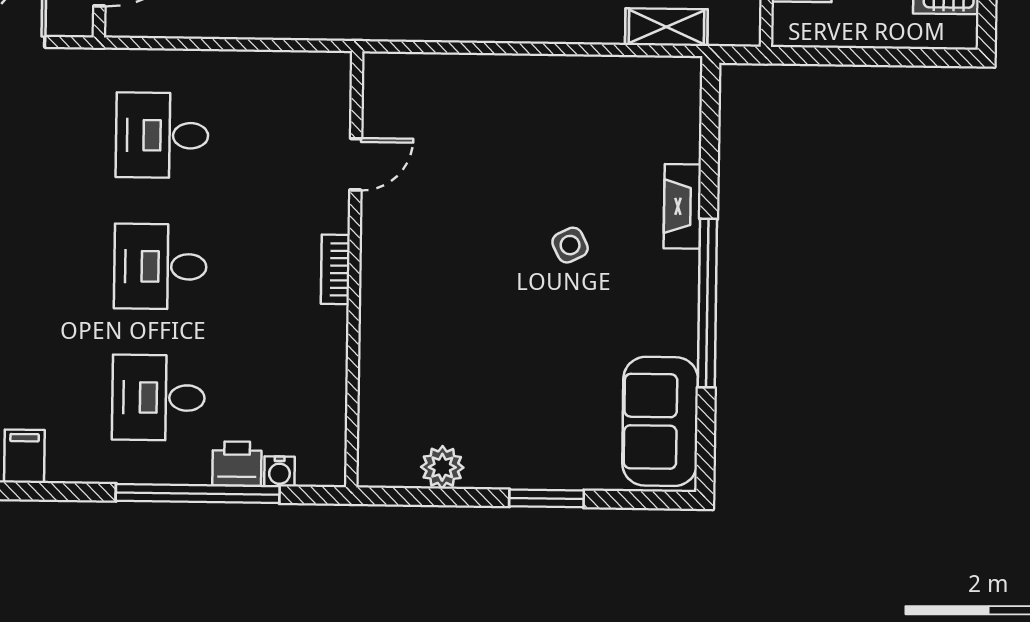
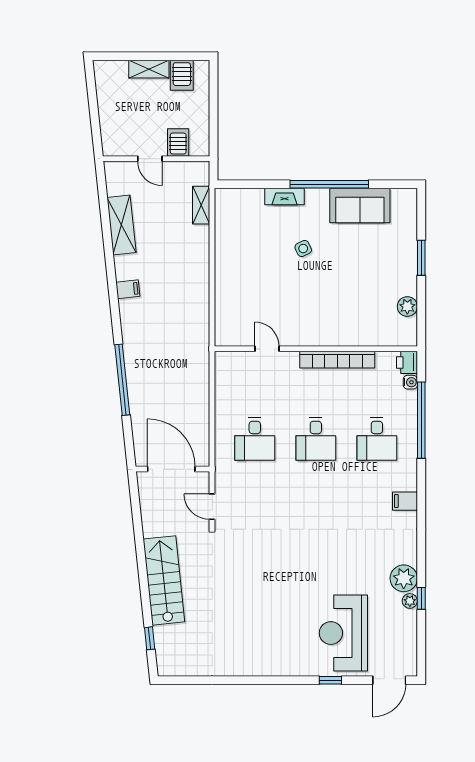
bookcase: (335, 269) -> (337, 360), width x2.31, depth x1.31
sofa: (660, 421) -> (360, 205), moved
printer: (237, 464) -> (407, 362), moved

